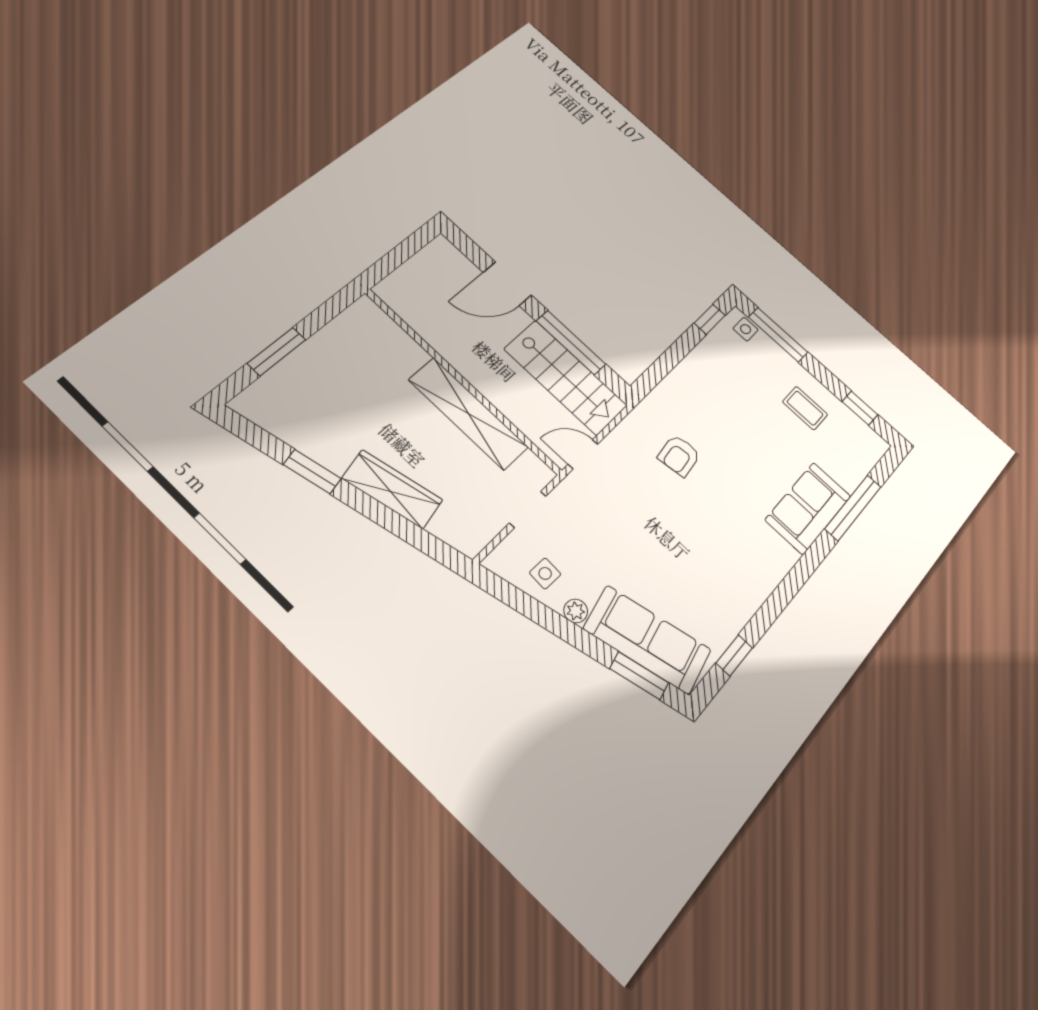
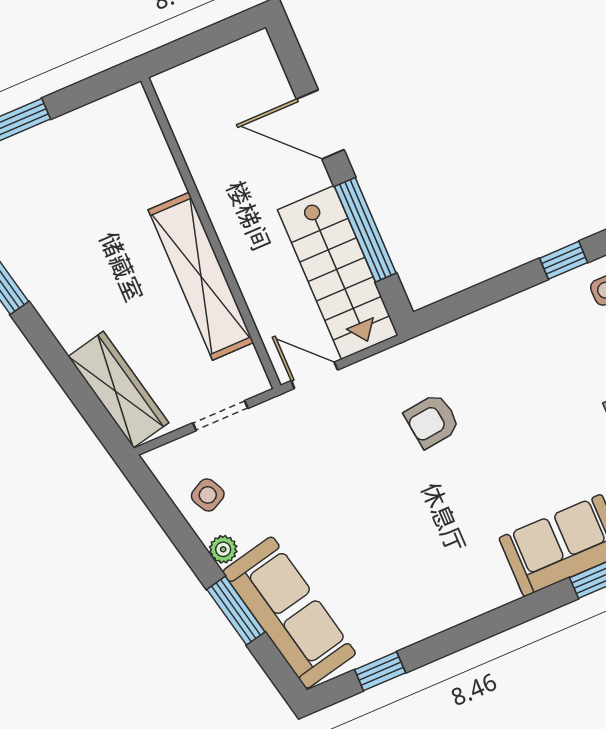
wardrobe: (392, 489) -> (118, 389), moved
side table: (545, 573) -> (208, 495), turned -31
window: (639, 676) -> (236, 611), moved

